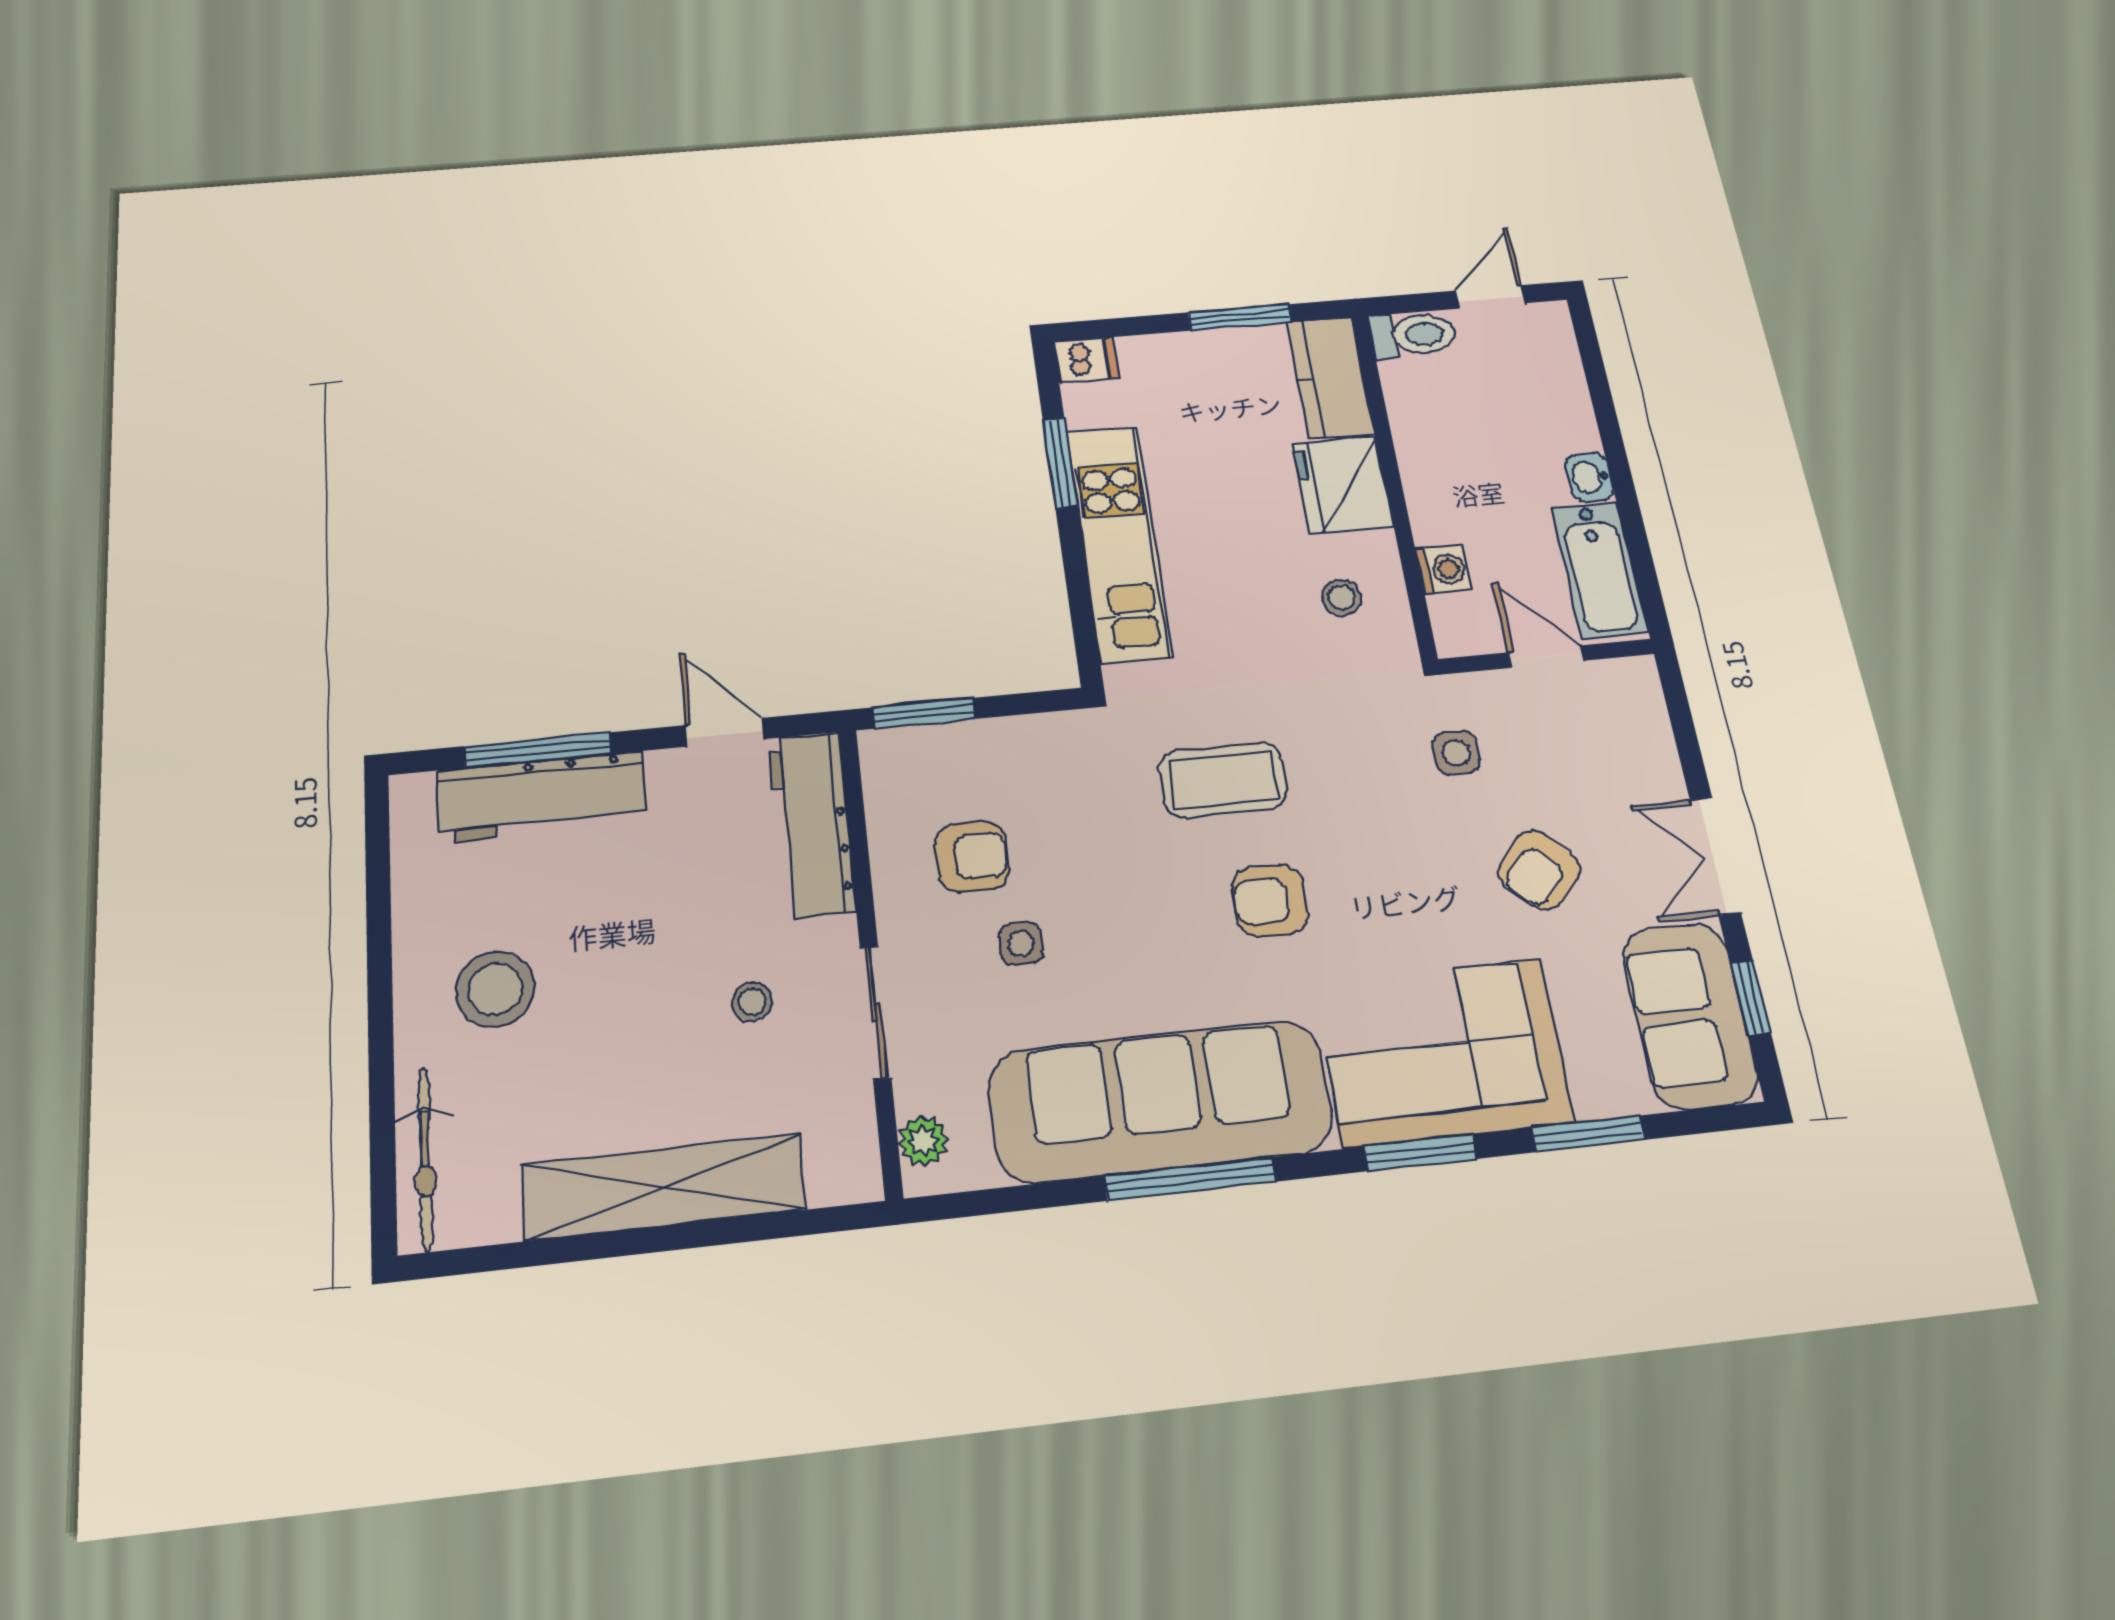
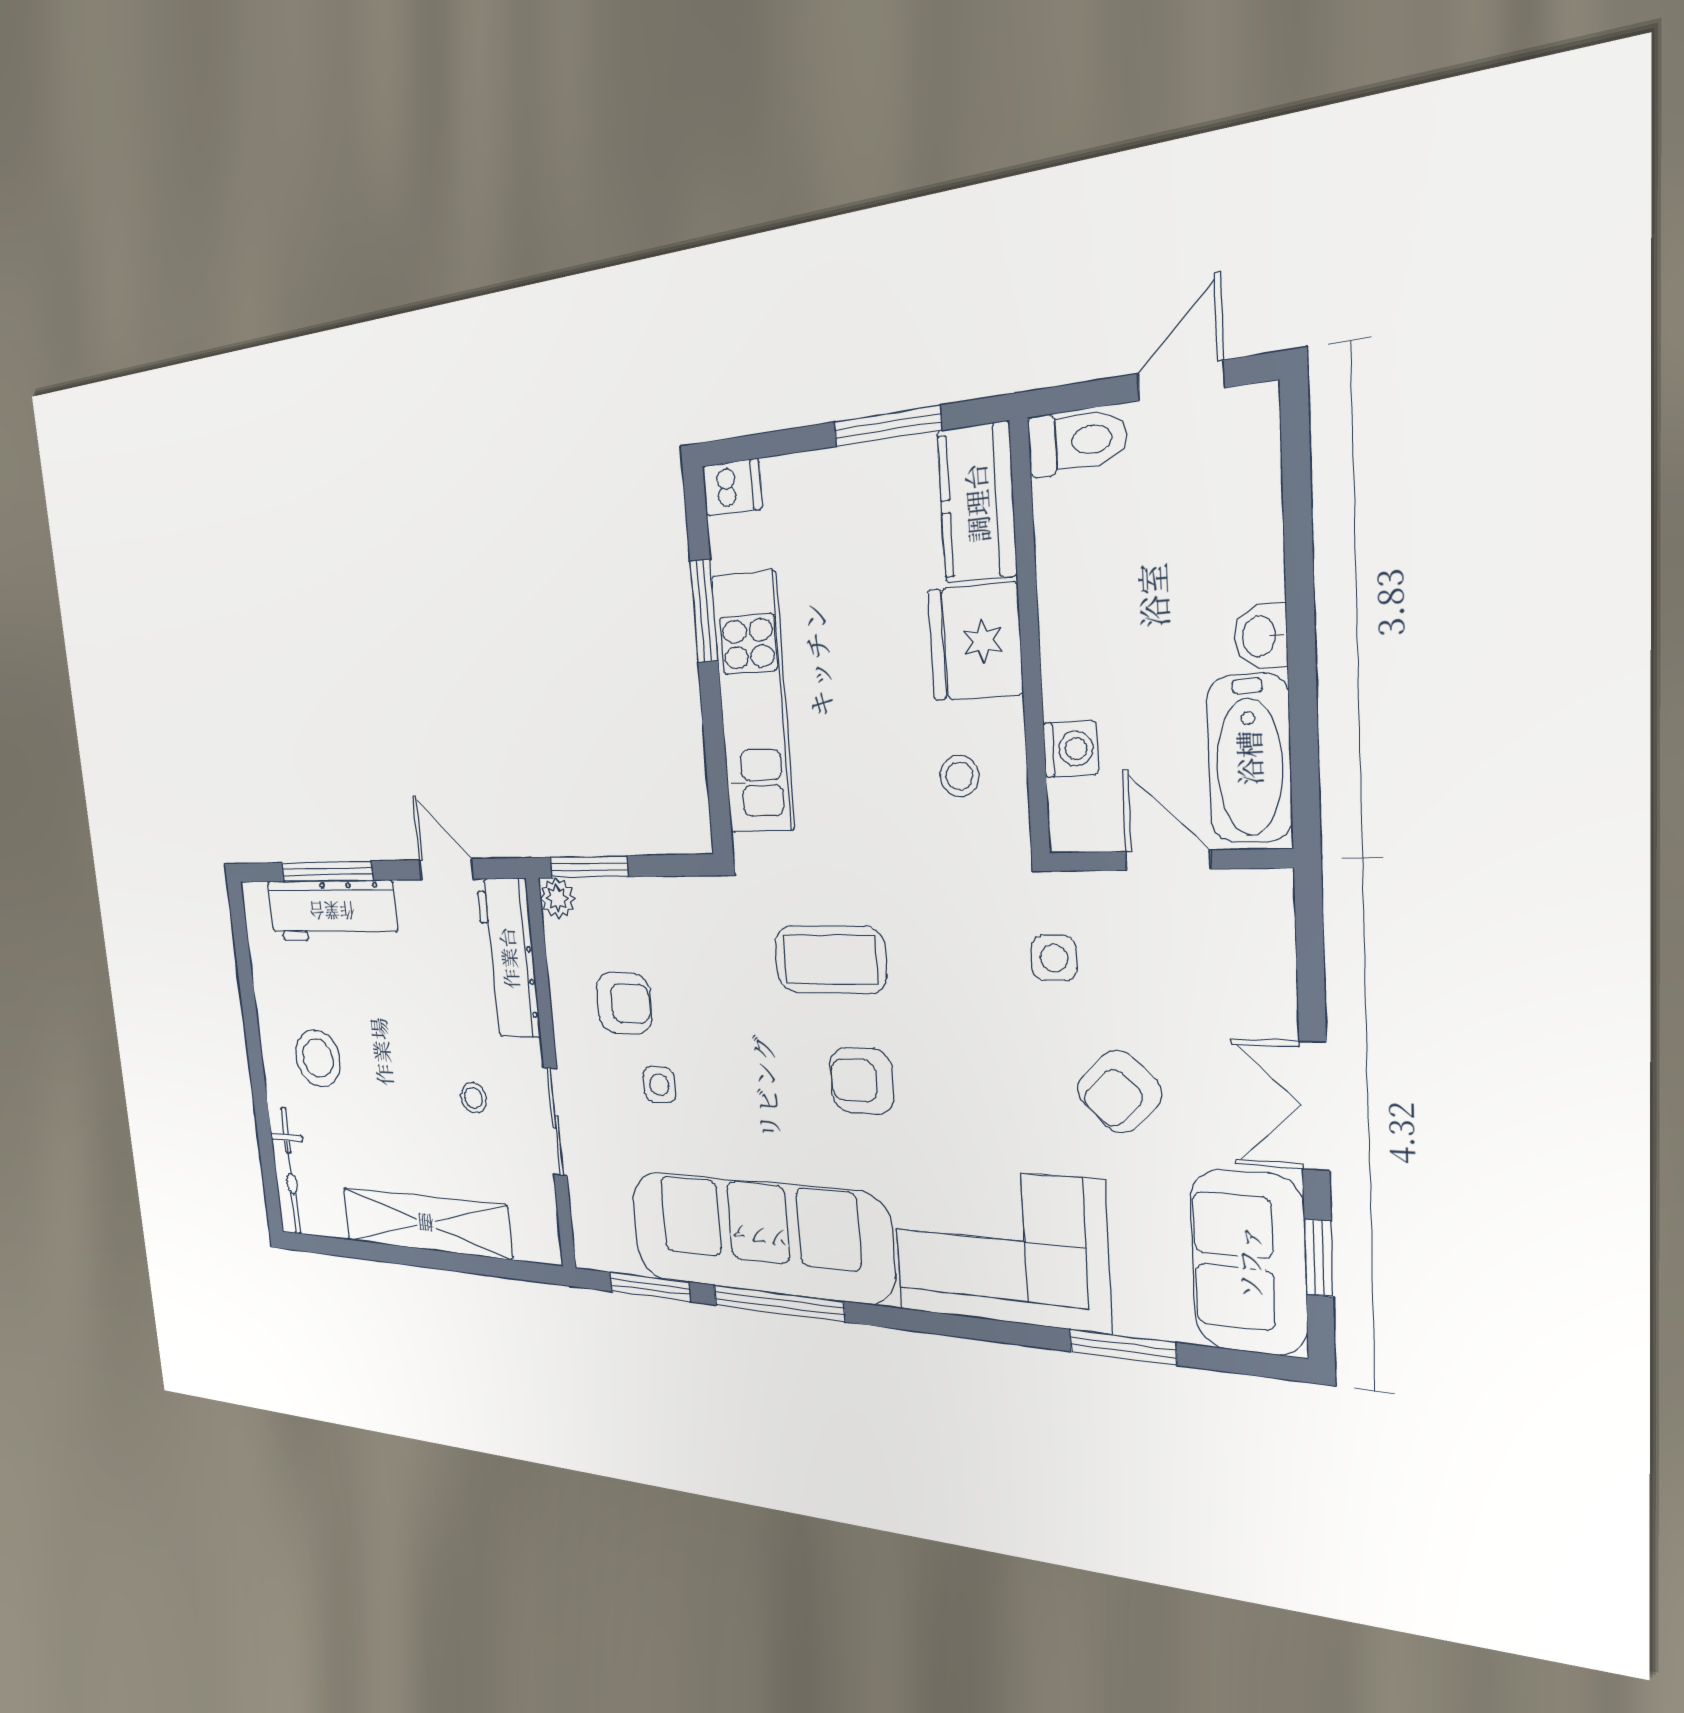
plant: (923, 1141) -> (557, 898), moved
window: (1420, 1153) -> (650, 1287), moved

